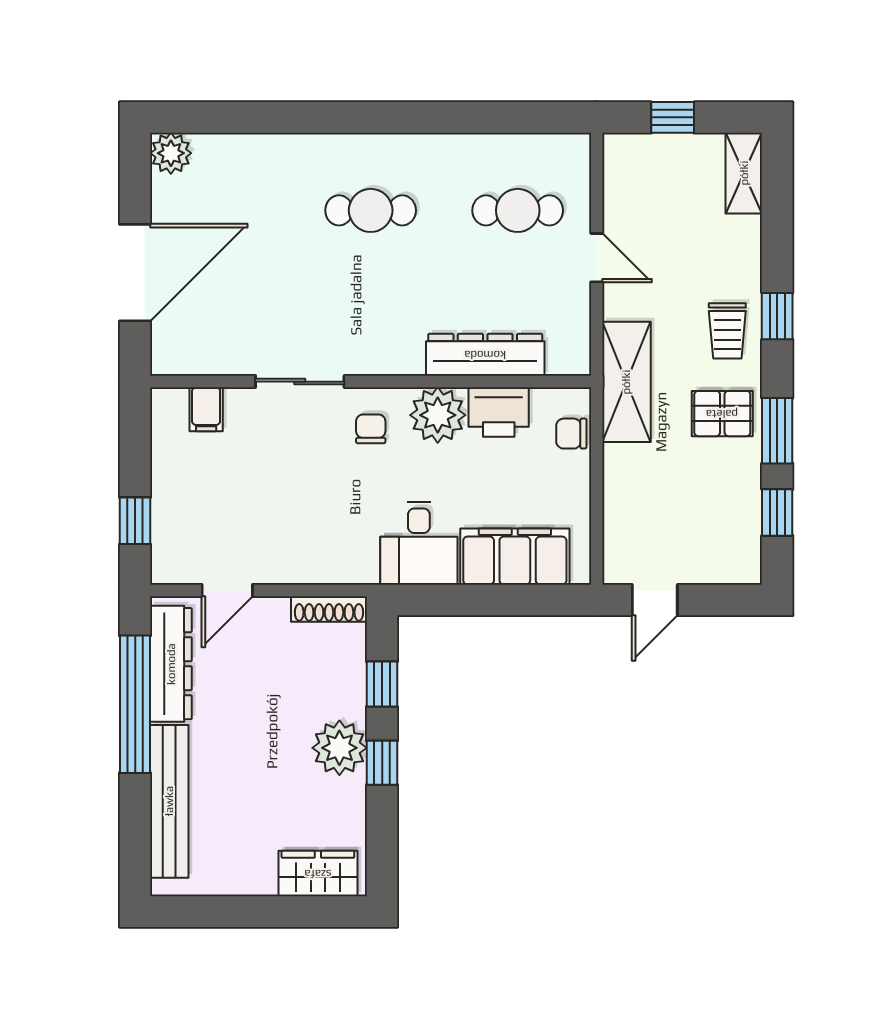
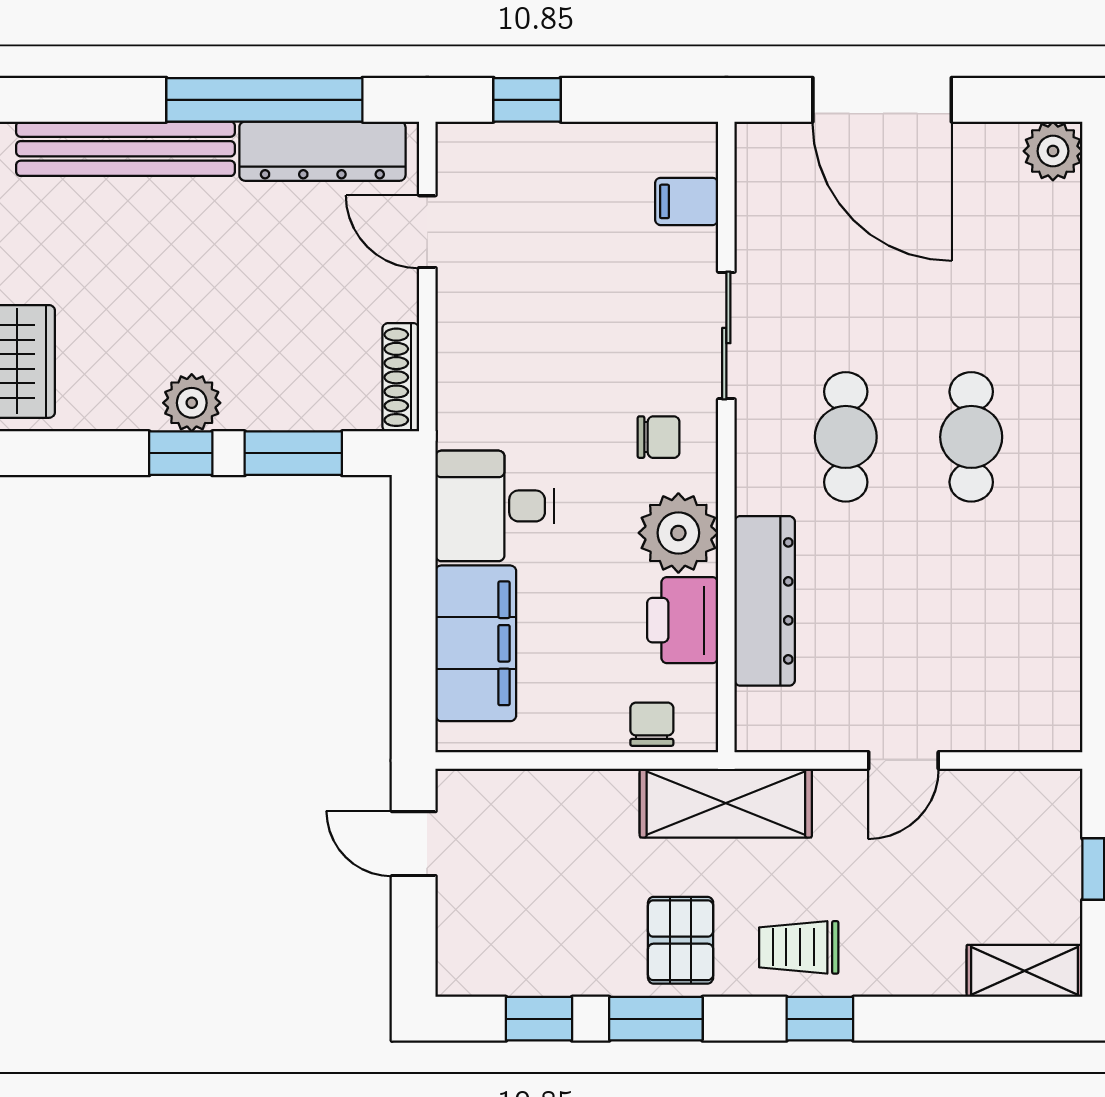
cafe table: (518, 210) -> (846, 437), moved
window: (382, 684) -> (293, 453), width x1.50
plant: (339, 748) -> (192, 403), width x0.73, depth x0.73

